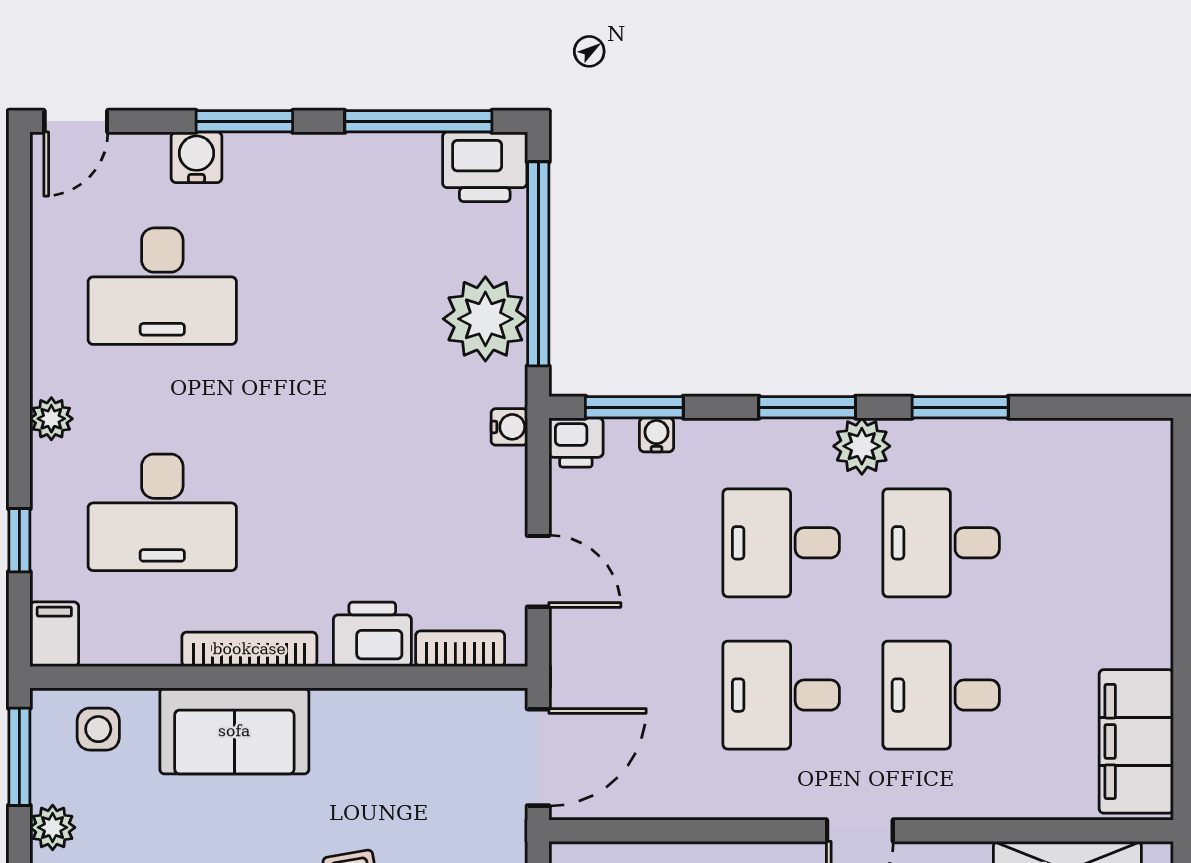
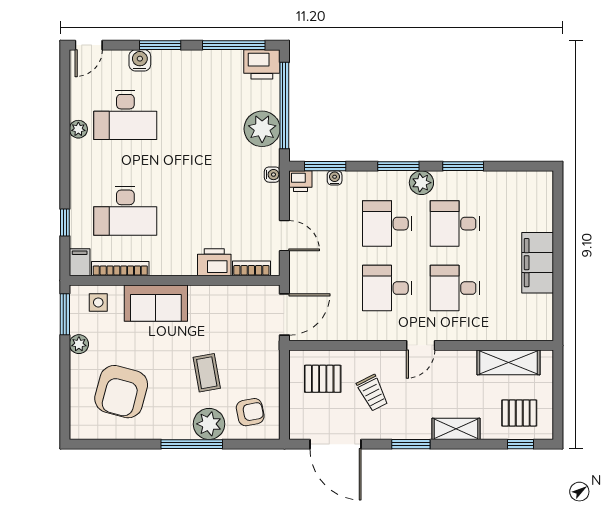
plant: (51, 419) -> (78, 129), moved
bookcase: (249, 649) -> (120, 269), moved
filing cabinet: (1136, 741) -> (538, 263), moved

